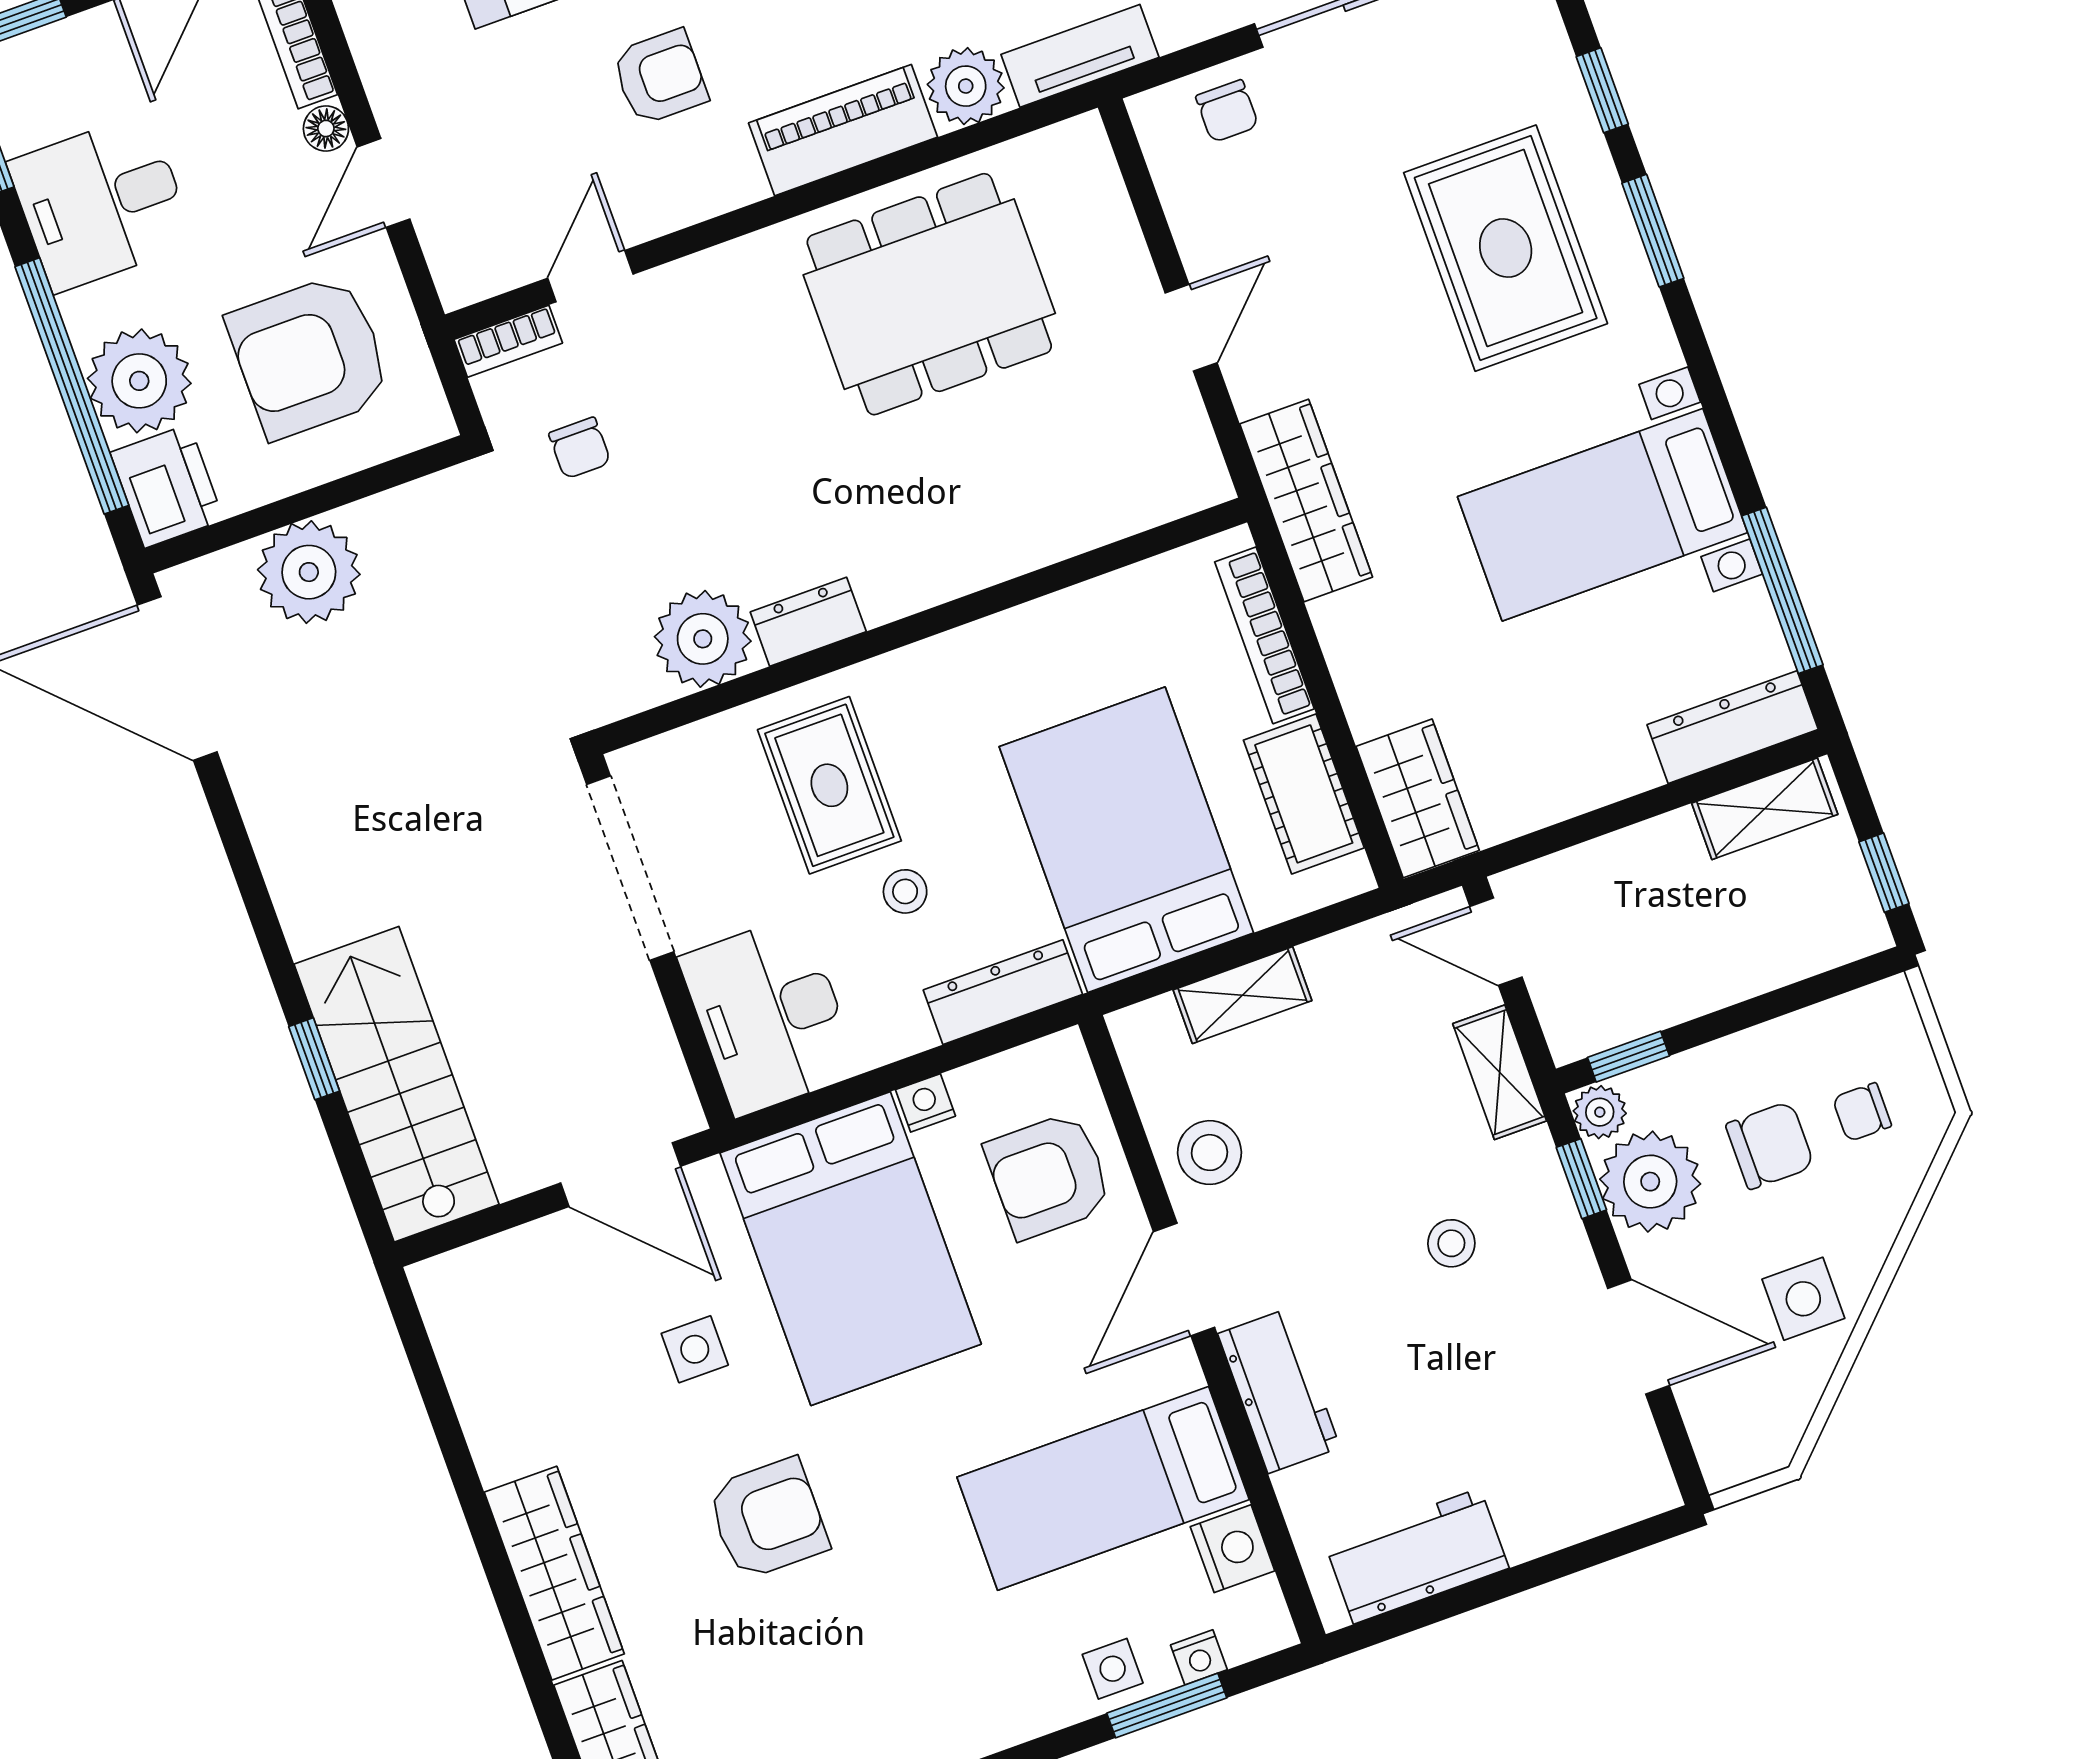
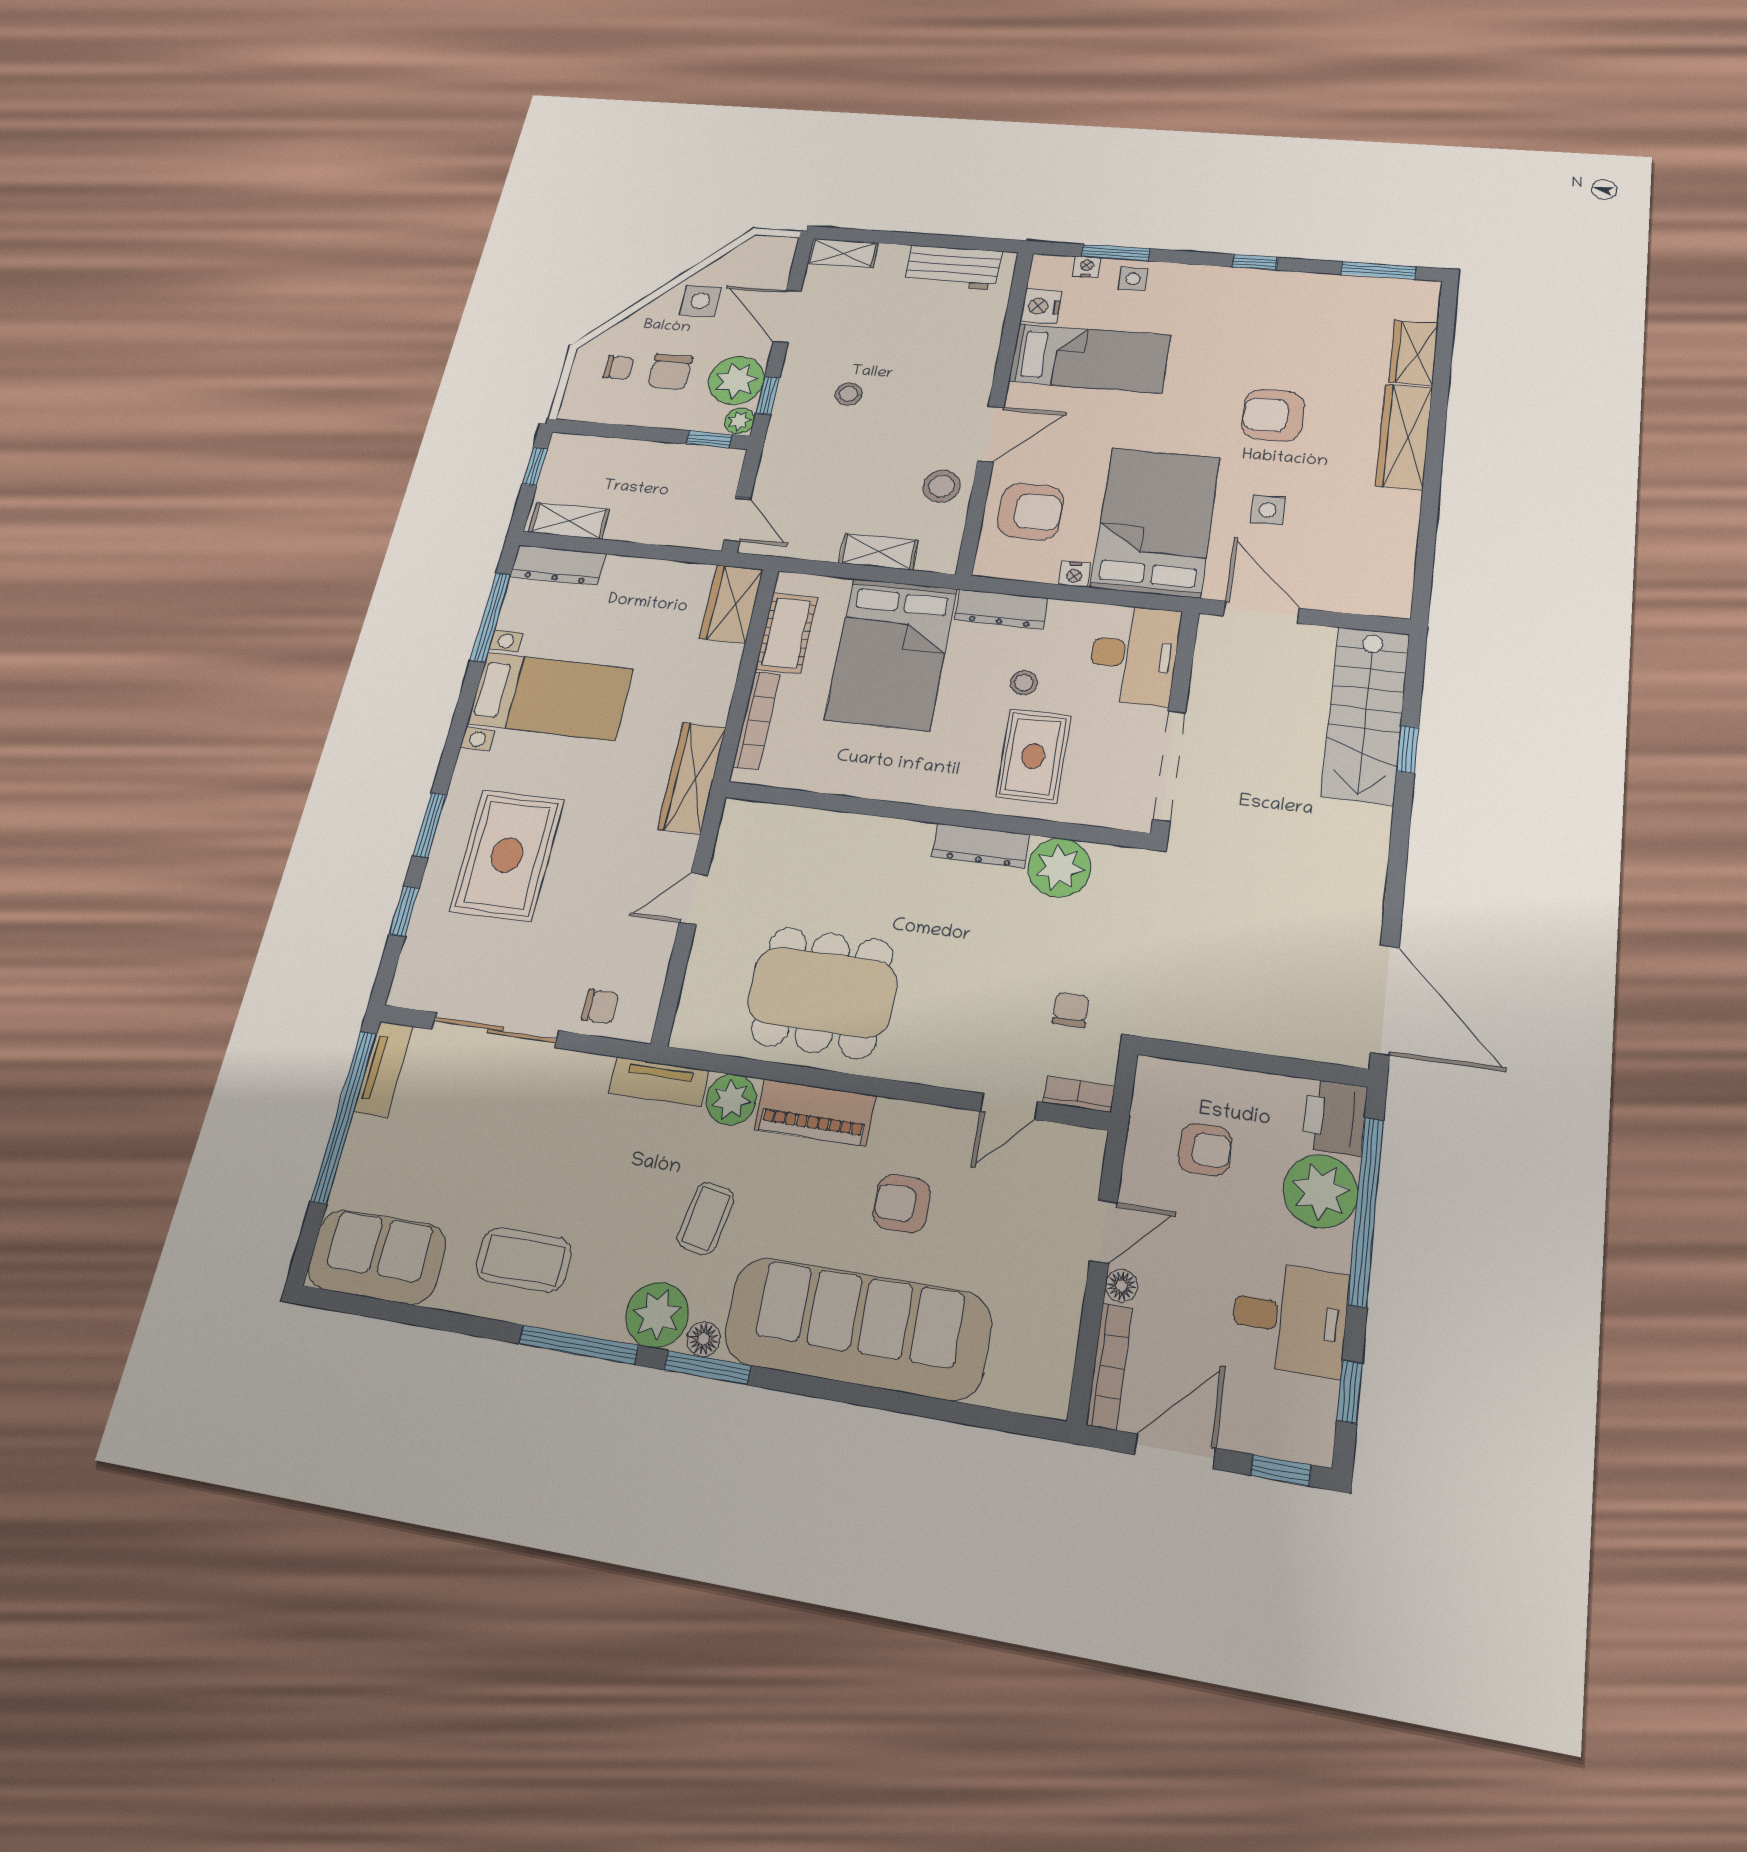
chair: (1227, 111) -> (600, 1006), turned 90
armchair: (309, 357) -> (1205, 1149), width x0.53, depth x0.53
plant: (309, 572) -> (1272, 1021), removed
dresser: (808, 622) -> (981, 846), width x1.44
shelving: (1500, 1072) -> (843, 253), moved, turned 90
chair: (1770, 1145) -> (670, 372), turned -90
workbench: (1279, 1391) -> (975, 365), removed

